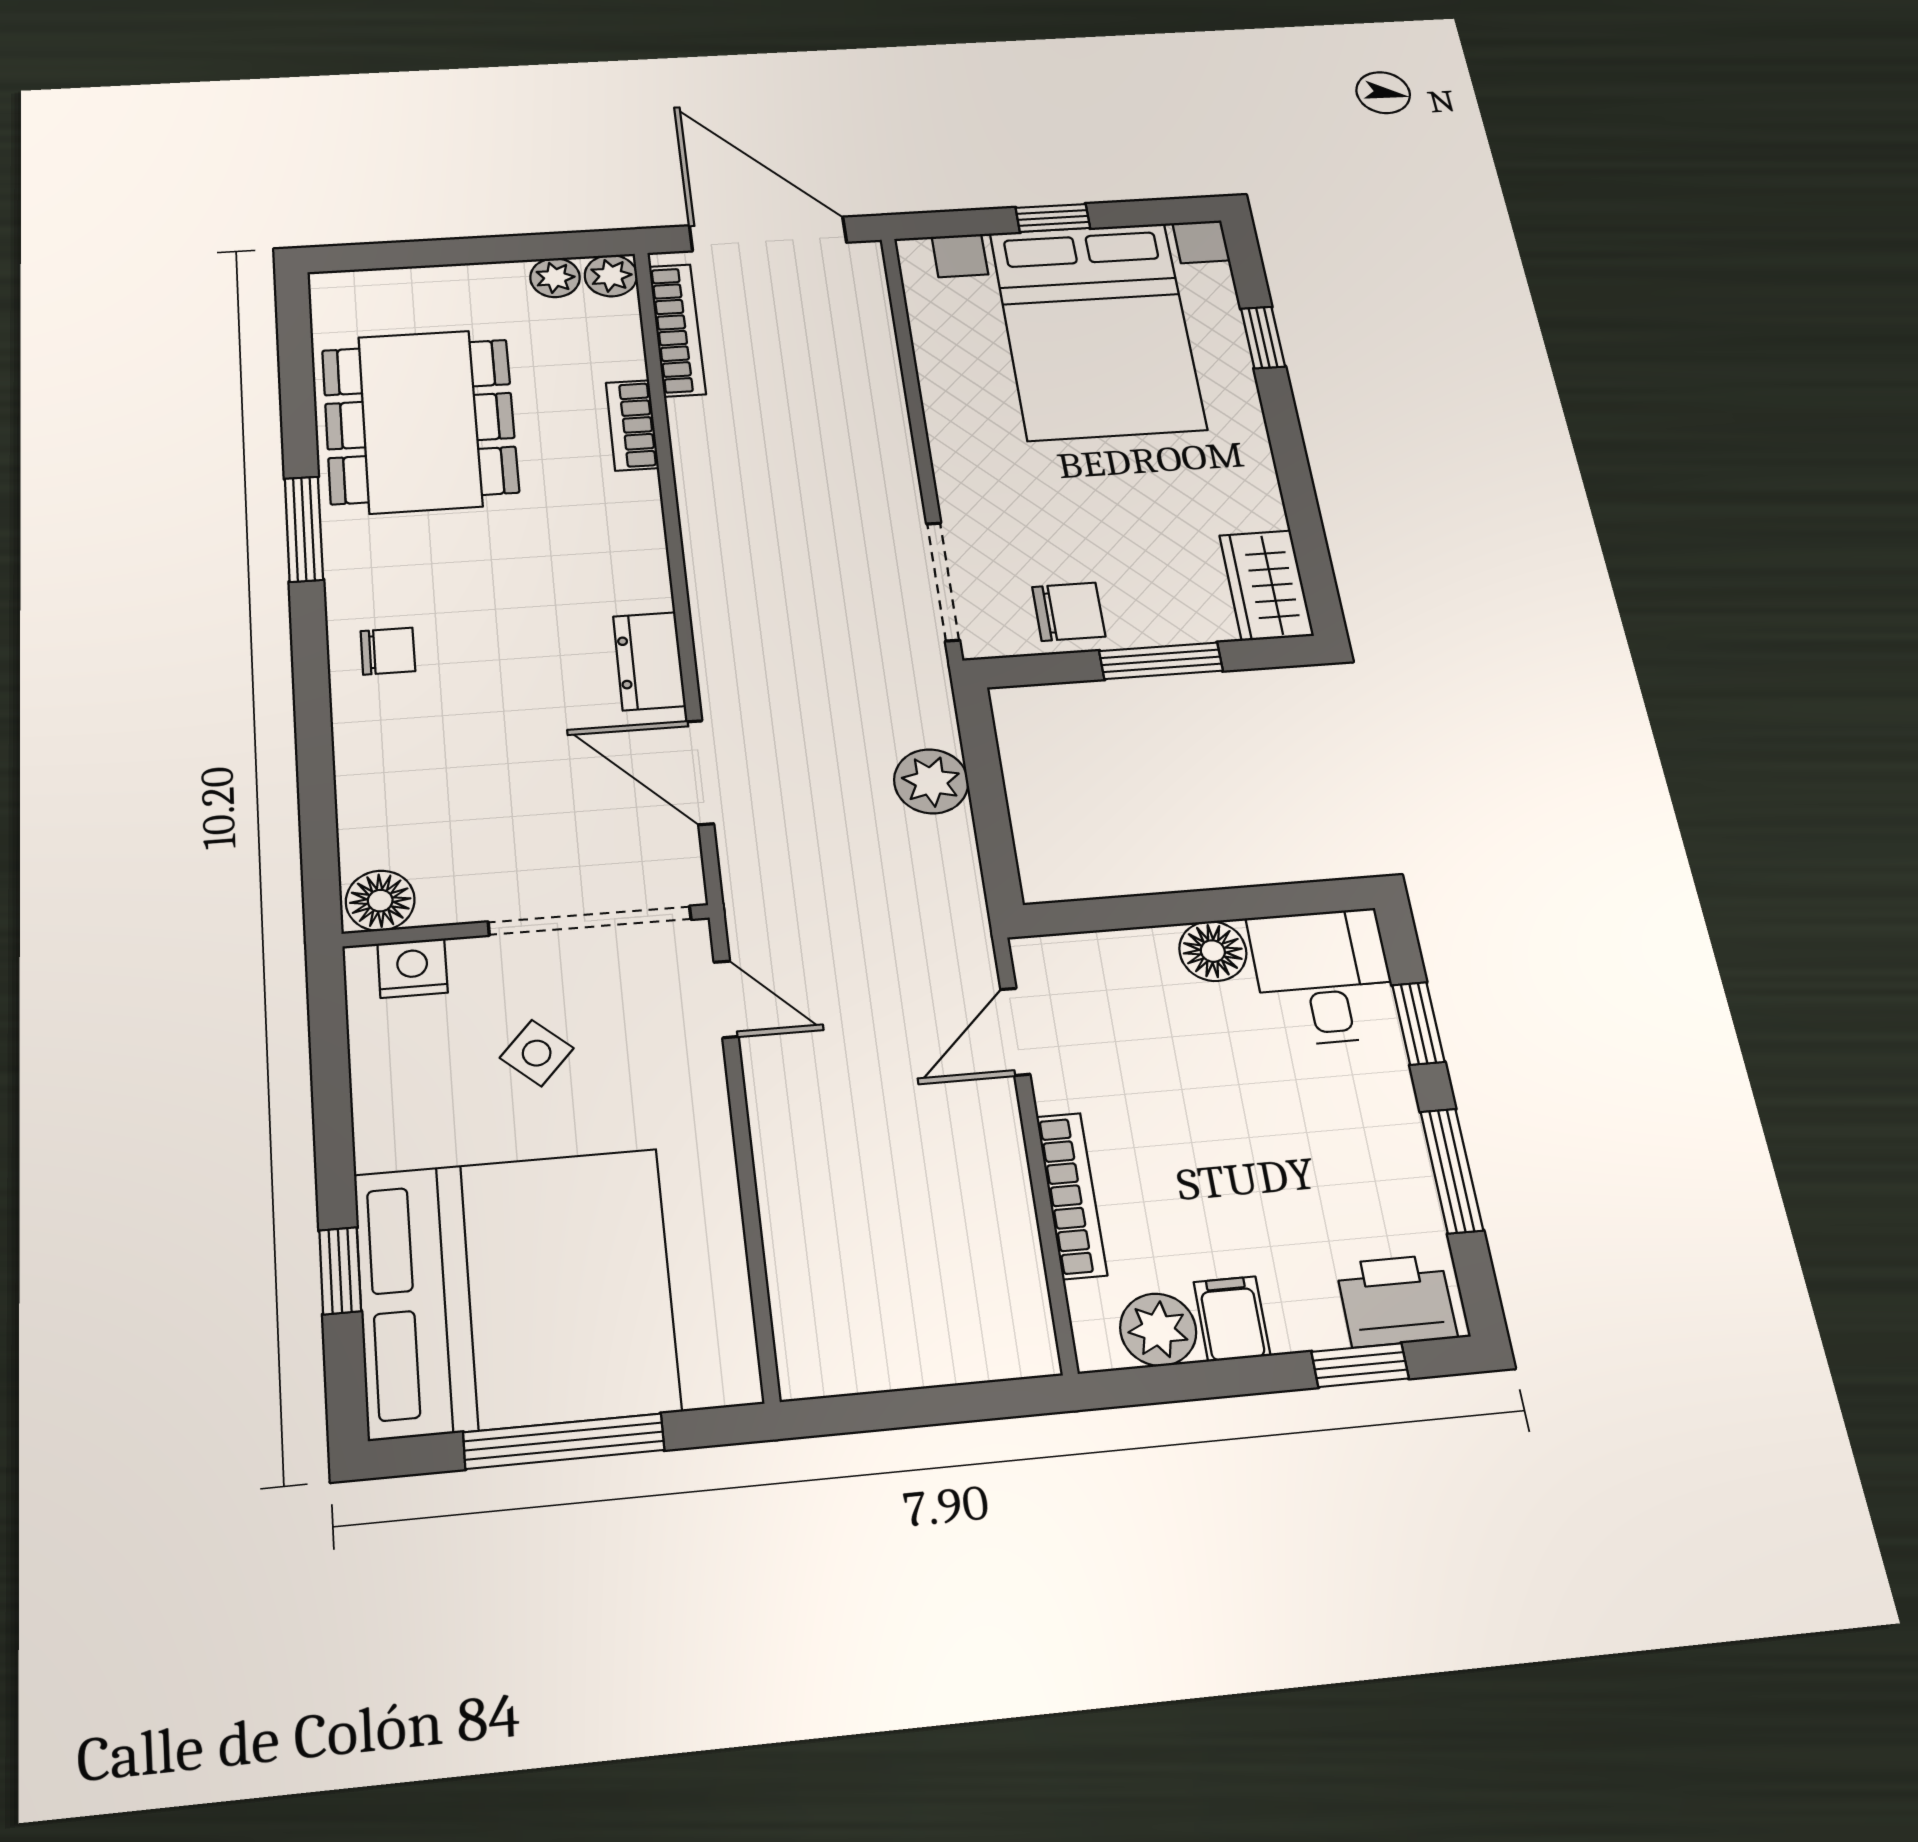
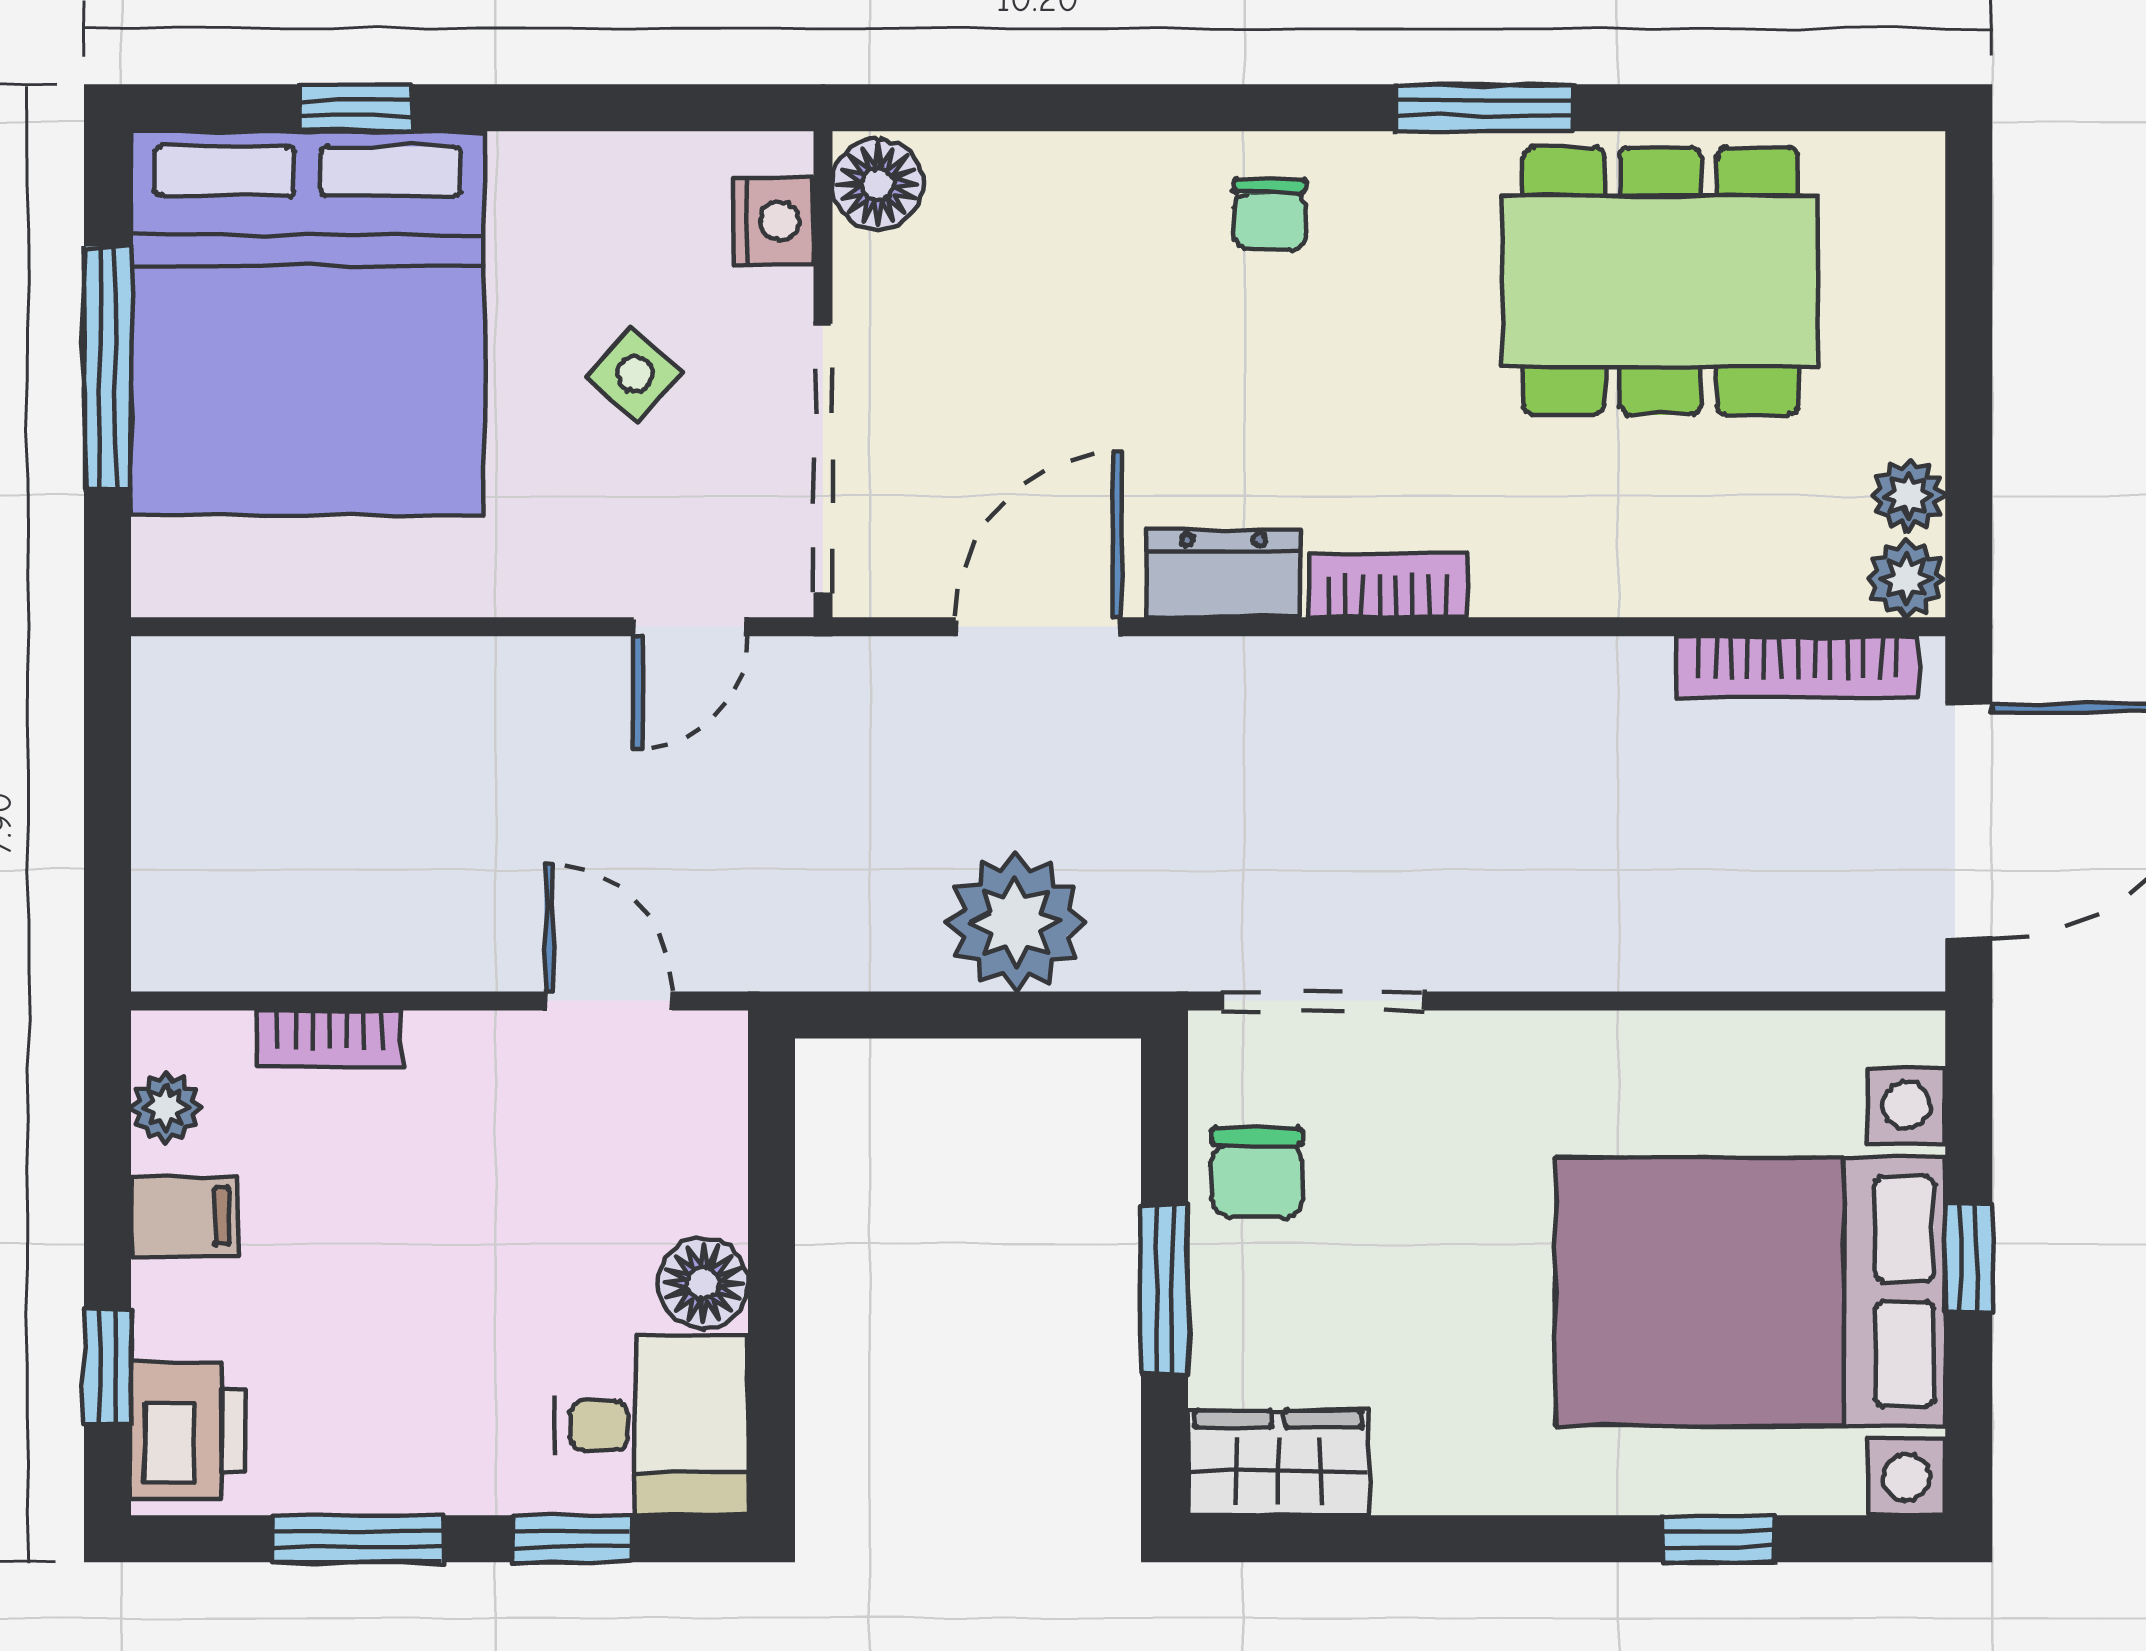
bookcase: (632, 425) -> (1388, 586), moved
plant: (931, 781) -> (1016, 922), width x1.36, depth x1.36
bookcase: (1071, 1195) -> (330, 1039), width x0.64
plant: (1158, 1330) -> (166, 1107), width x0.73, depth x0.73

